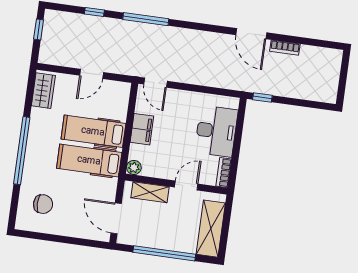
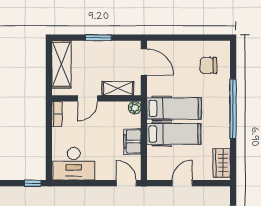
desk: (216, 131) -> (74, 164), moved, turned -90
window: (164, 253) -> (98, 38), width x0.47

